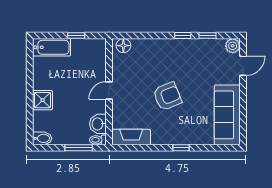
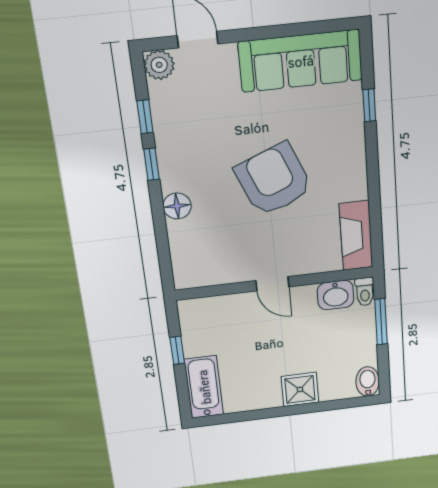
floor lamp: (123, 46) -> (177, 206), moved
armchair: (167, 96) -> (274, 180), width x1.36, depth x1.36
window: (181, 148) -> (369, 105), moved

